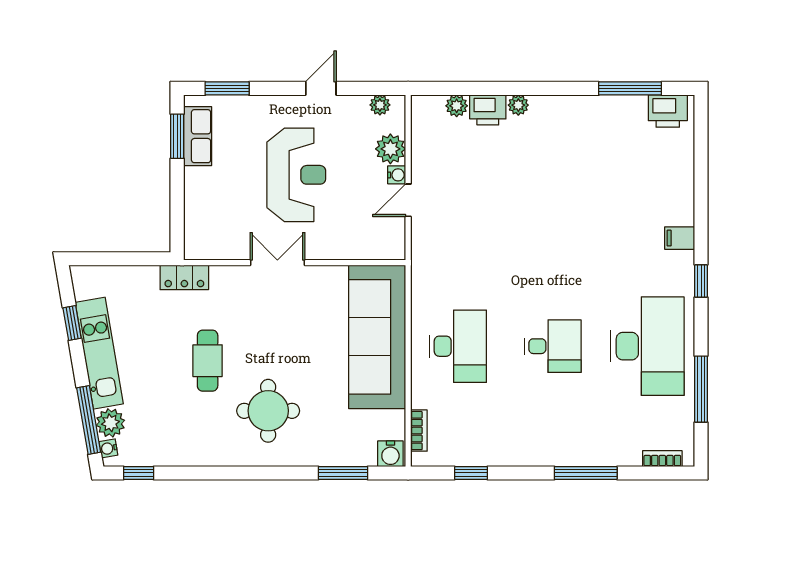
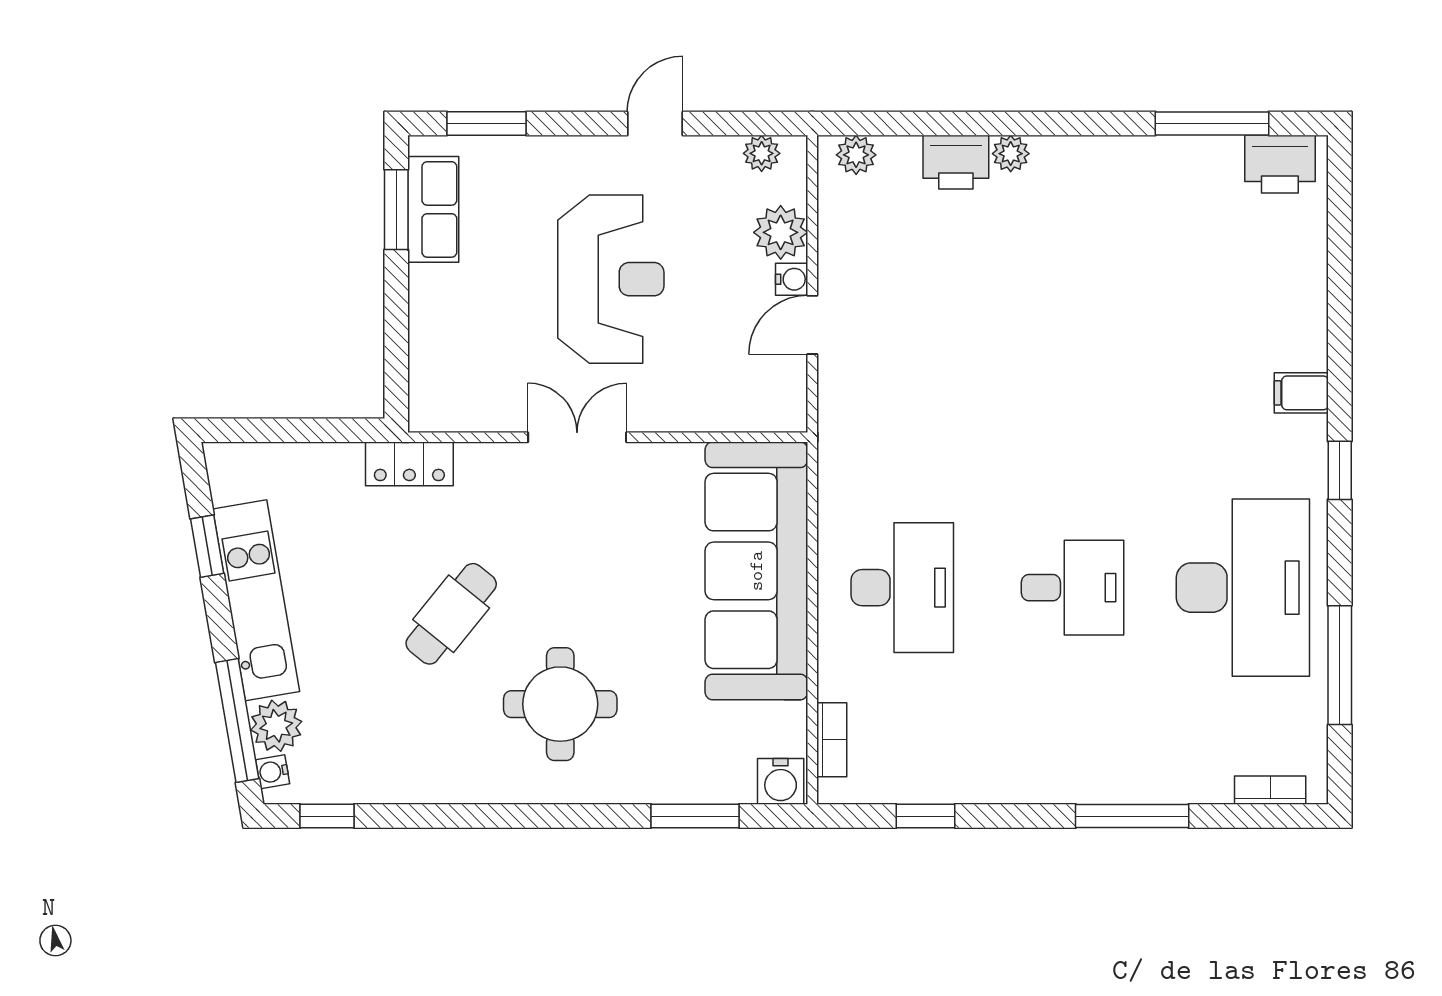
plant: (457, 106) -> (856, 155), moved
cafe table: (208, 361) -> (451, 614), turned 39

